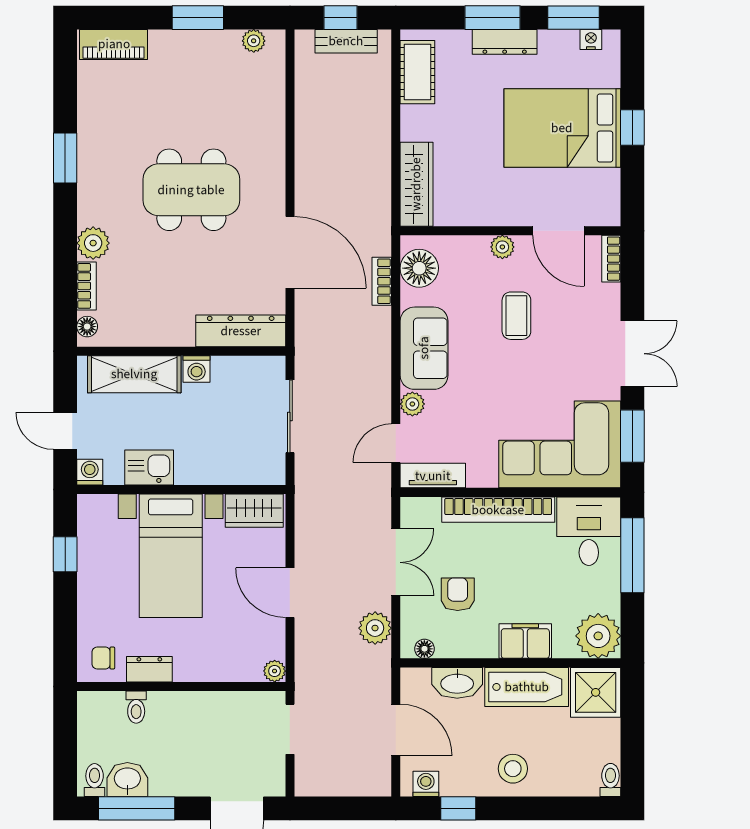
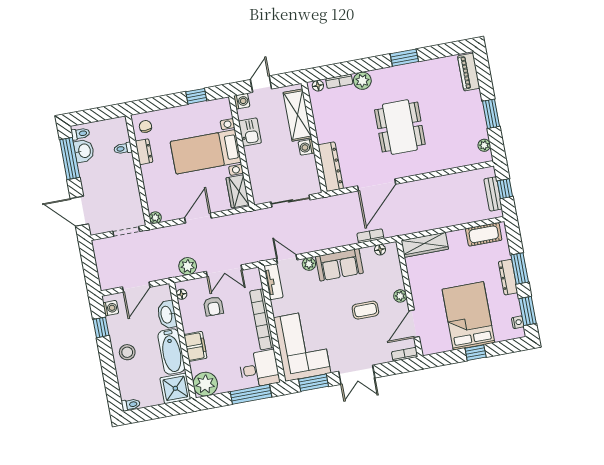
floor lamp: (419, 268) -> (380, 250), width x0.53, depth x0.53
armchair: (458, 594) -> (213, 306), turned 90

